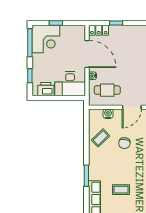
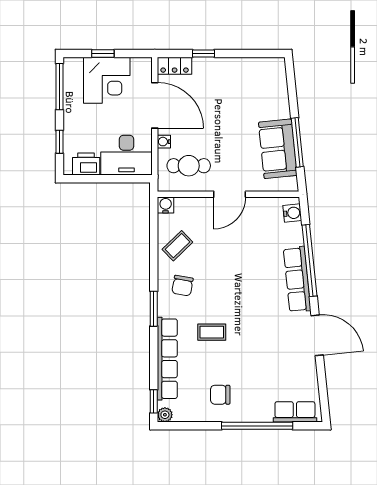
corner desk: (46, 39) -> (107, 80), moved
water cooler: (108, 114) -> (166, 205), moved
chair: (124, 143) -> (182, 286), moved

